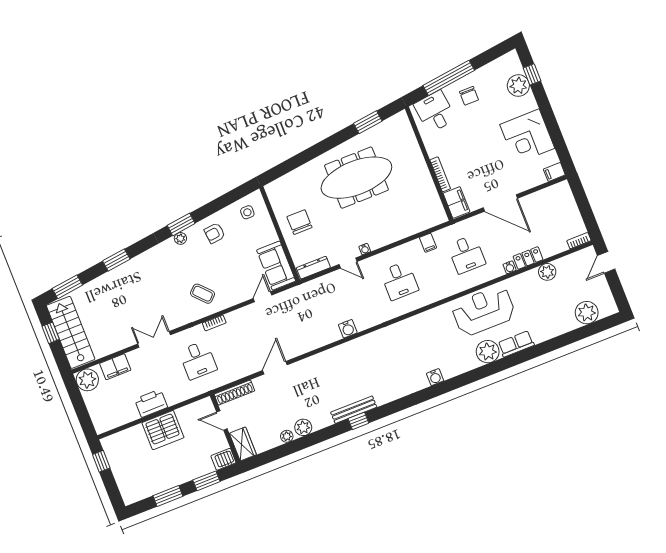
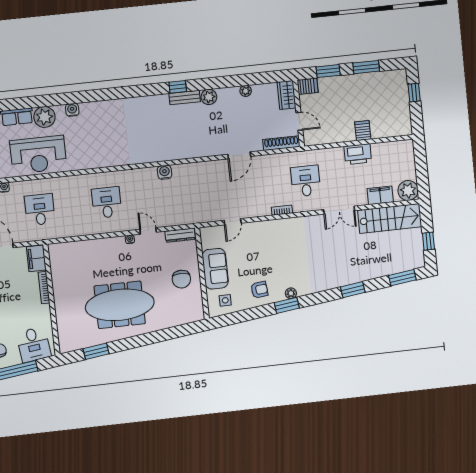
filing cabinet: (428, 243) -> (72, 229), removed
sofa: (276, 266) -> (215, 269), moved
coffee table: (203, 294) -> (285, 239), removed
stairs: (71, 332) -> (390, 219), moved, turned -90
water cooler: (435, 377) -> (72, 110), moved
bench: (354, 410) -> (185, 98), width x0.73
plant: (303, 427) -> (209, 97), moved
server rack: (163, 430) -> (363, 131), width x0.46, depth x0.70
window: (101, 461) -> (414, 93), moved

